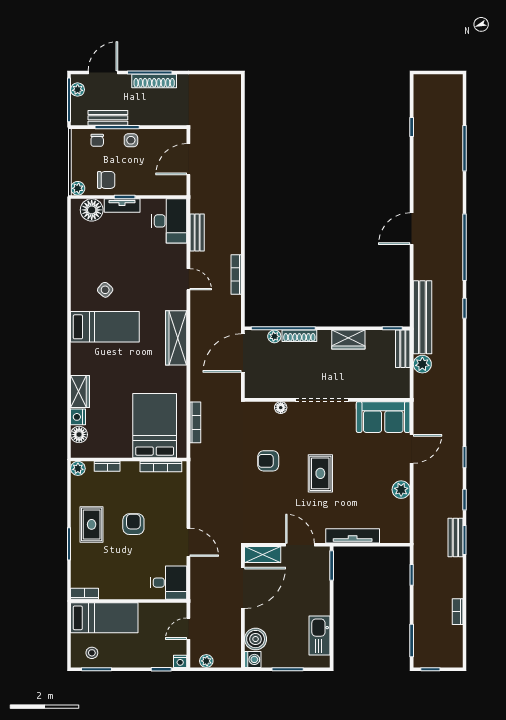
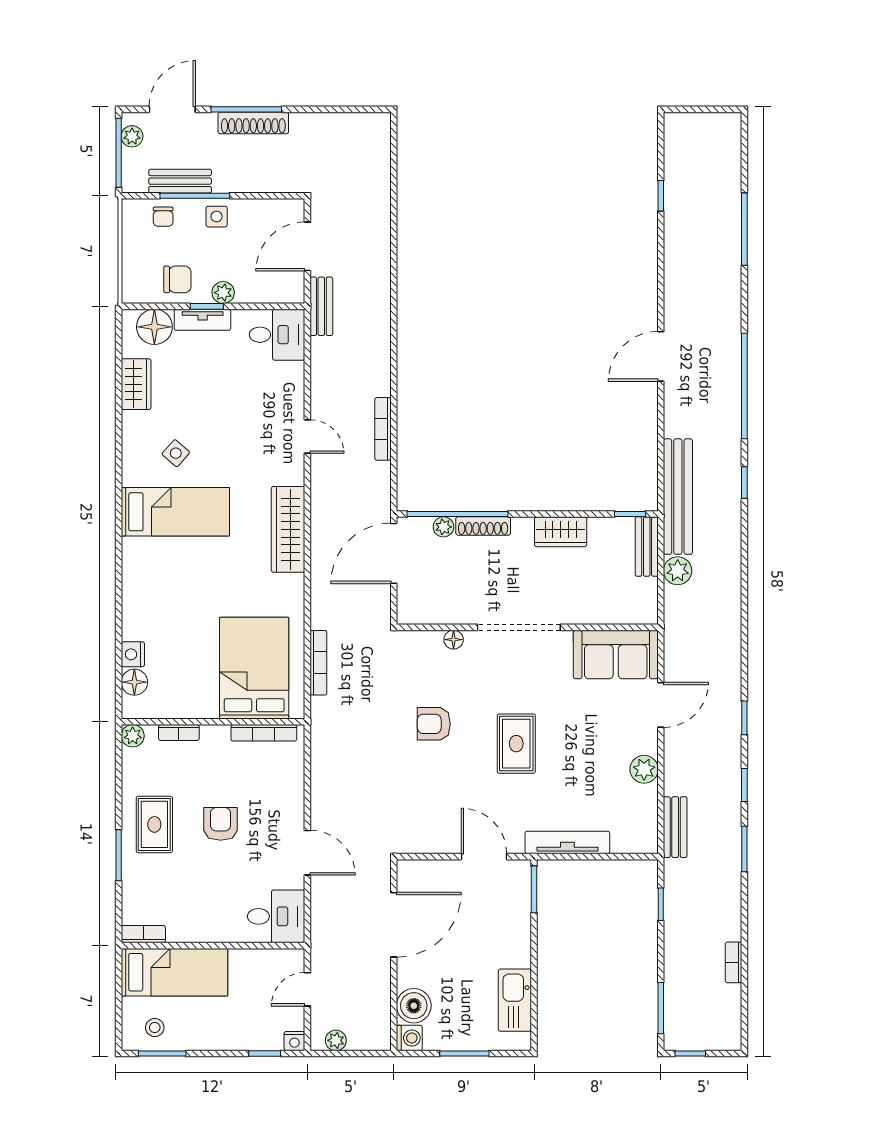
plant: (78, 188) -> (223, 293), moved
desk: (169, 221) -> (277, 335), width x0.73
bench: (197, 232) -> (321, 306), moved
wardrobe: (80, 392) -> (136, 384), moved
bench: (455, 537) -> (675, 827), moved
shelving: (263, 555) -> (425, 872), removed

